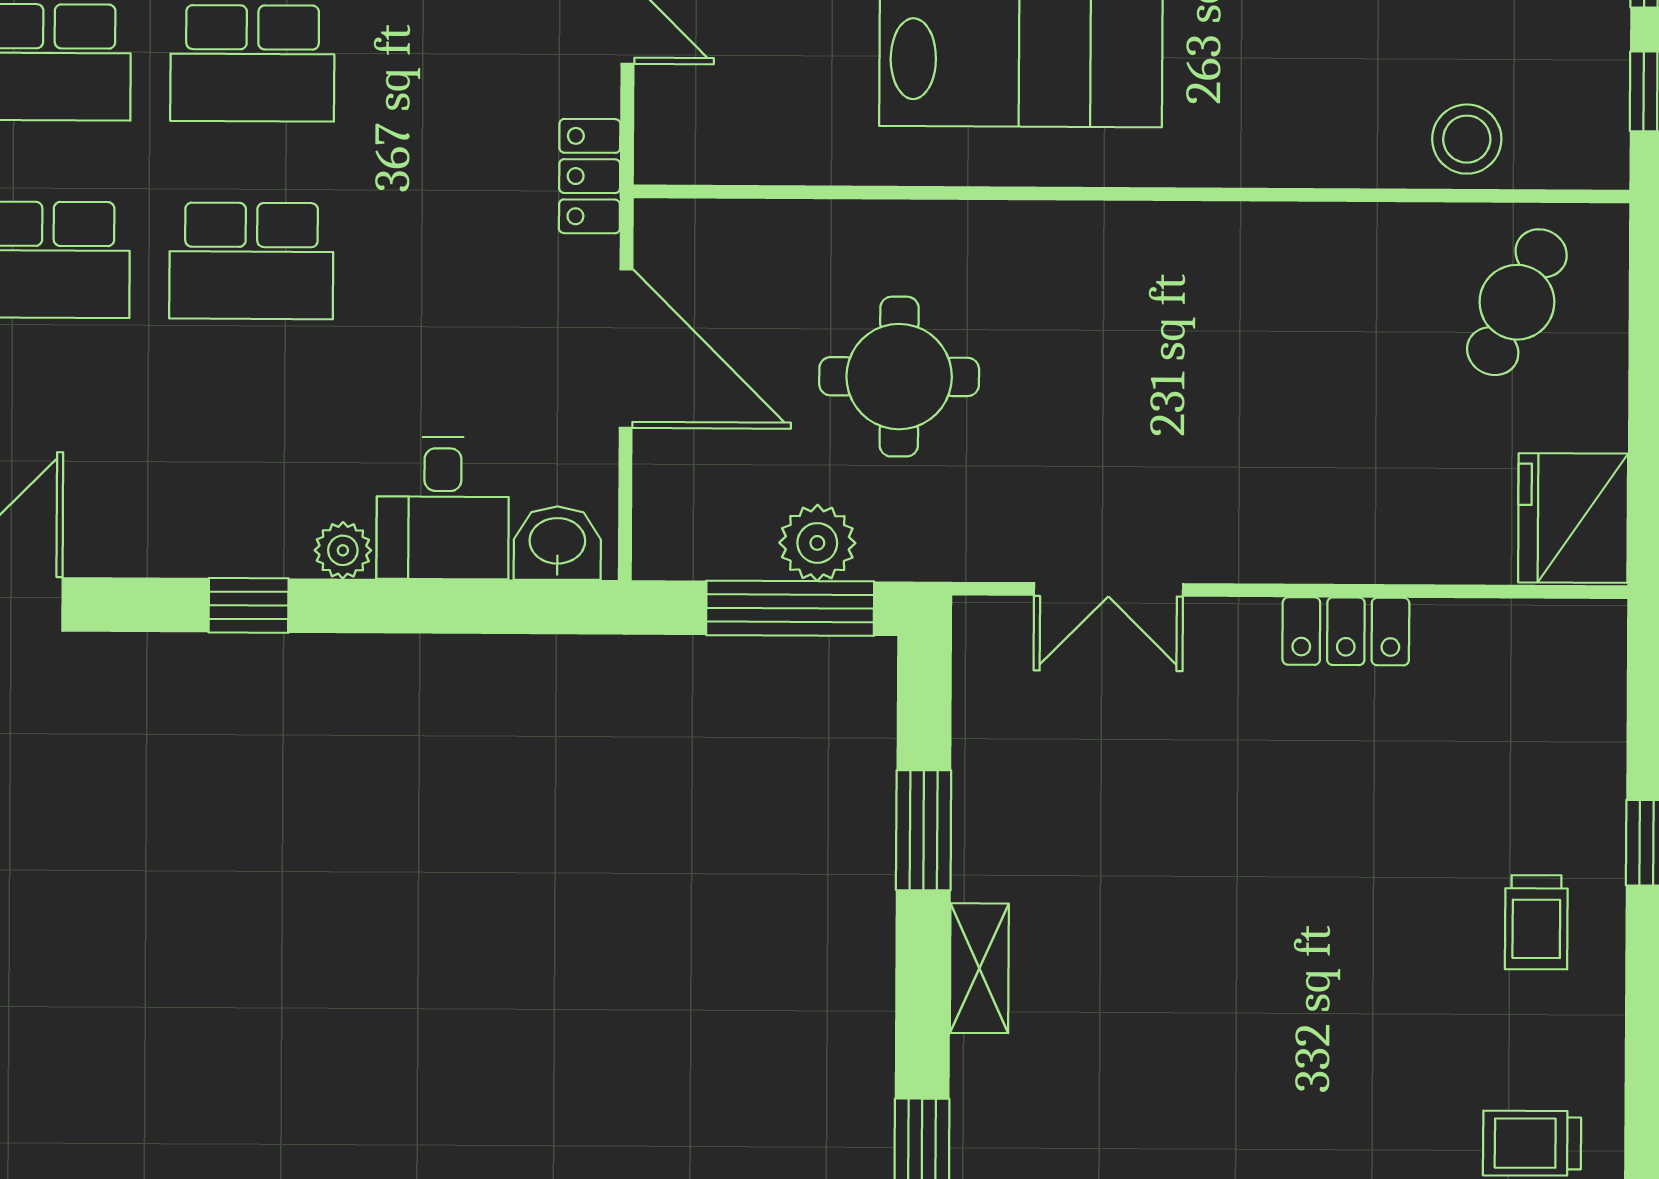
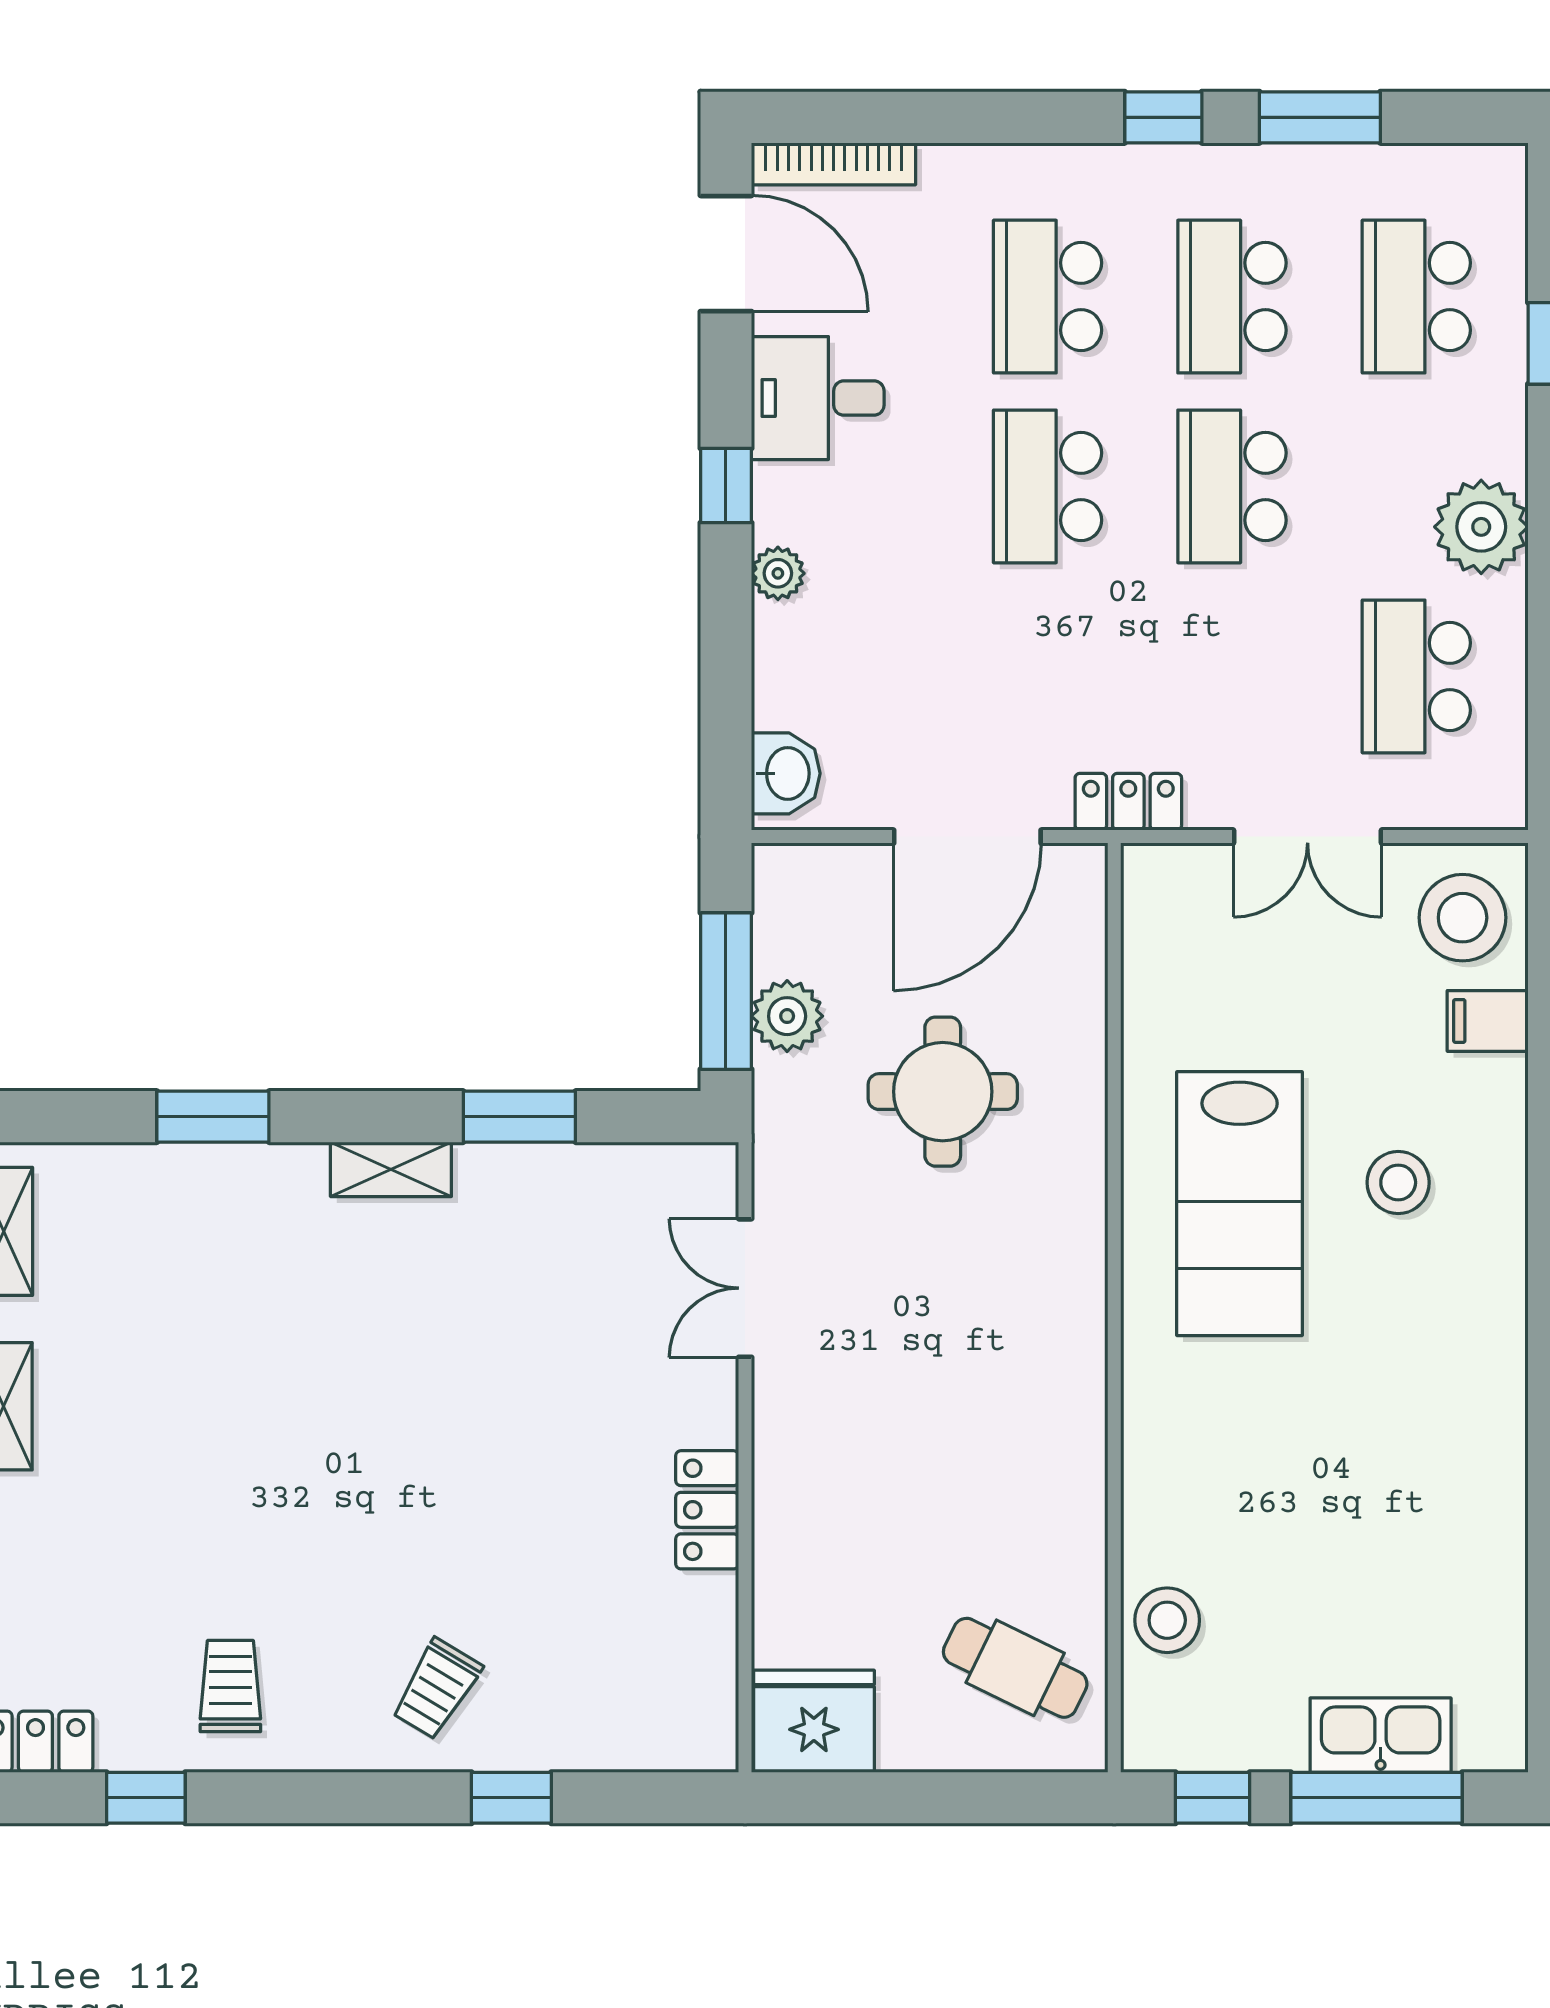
desk: (443, 508) -> (818, 398), moved
trolley: (1536, 922) -> (437, 1689), turned -59

